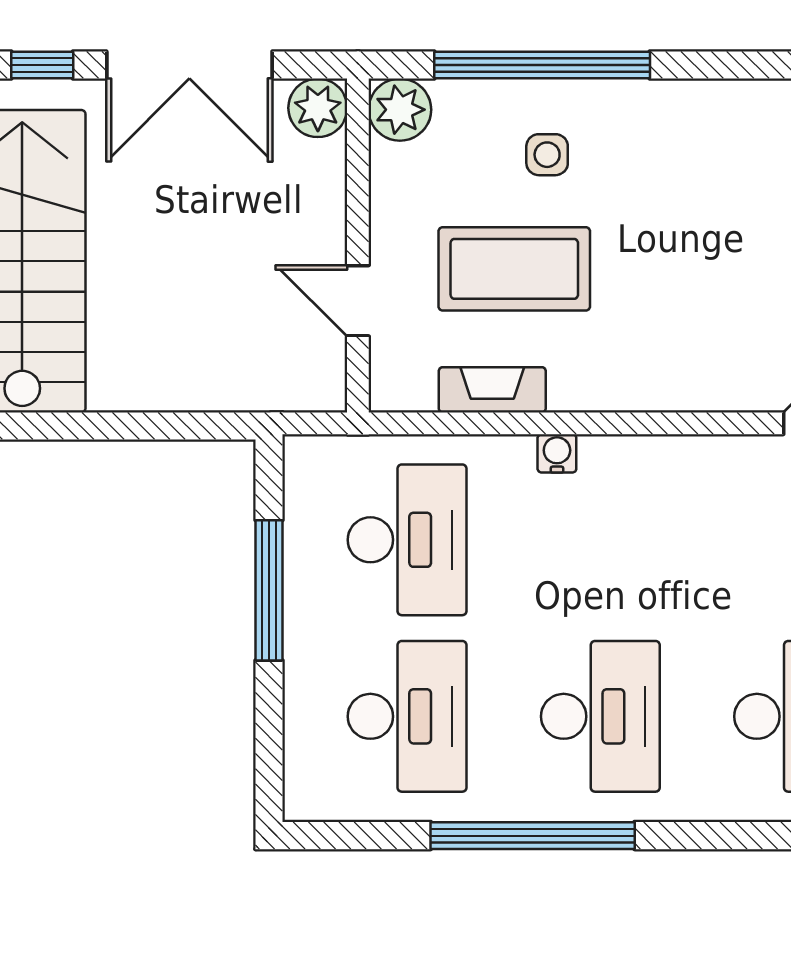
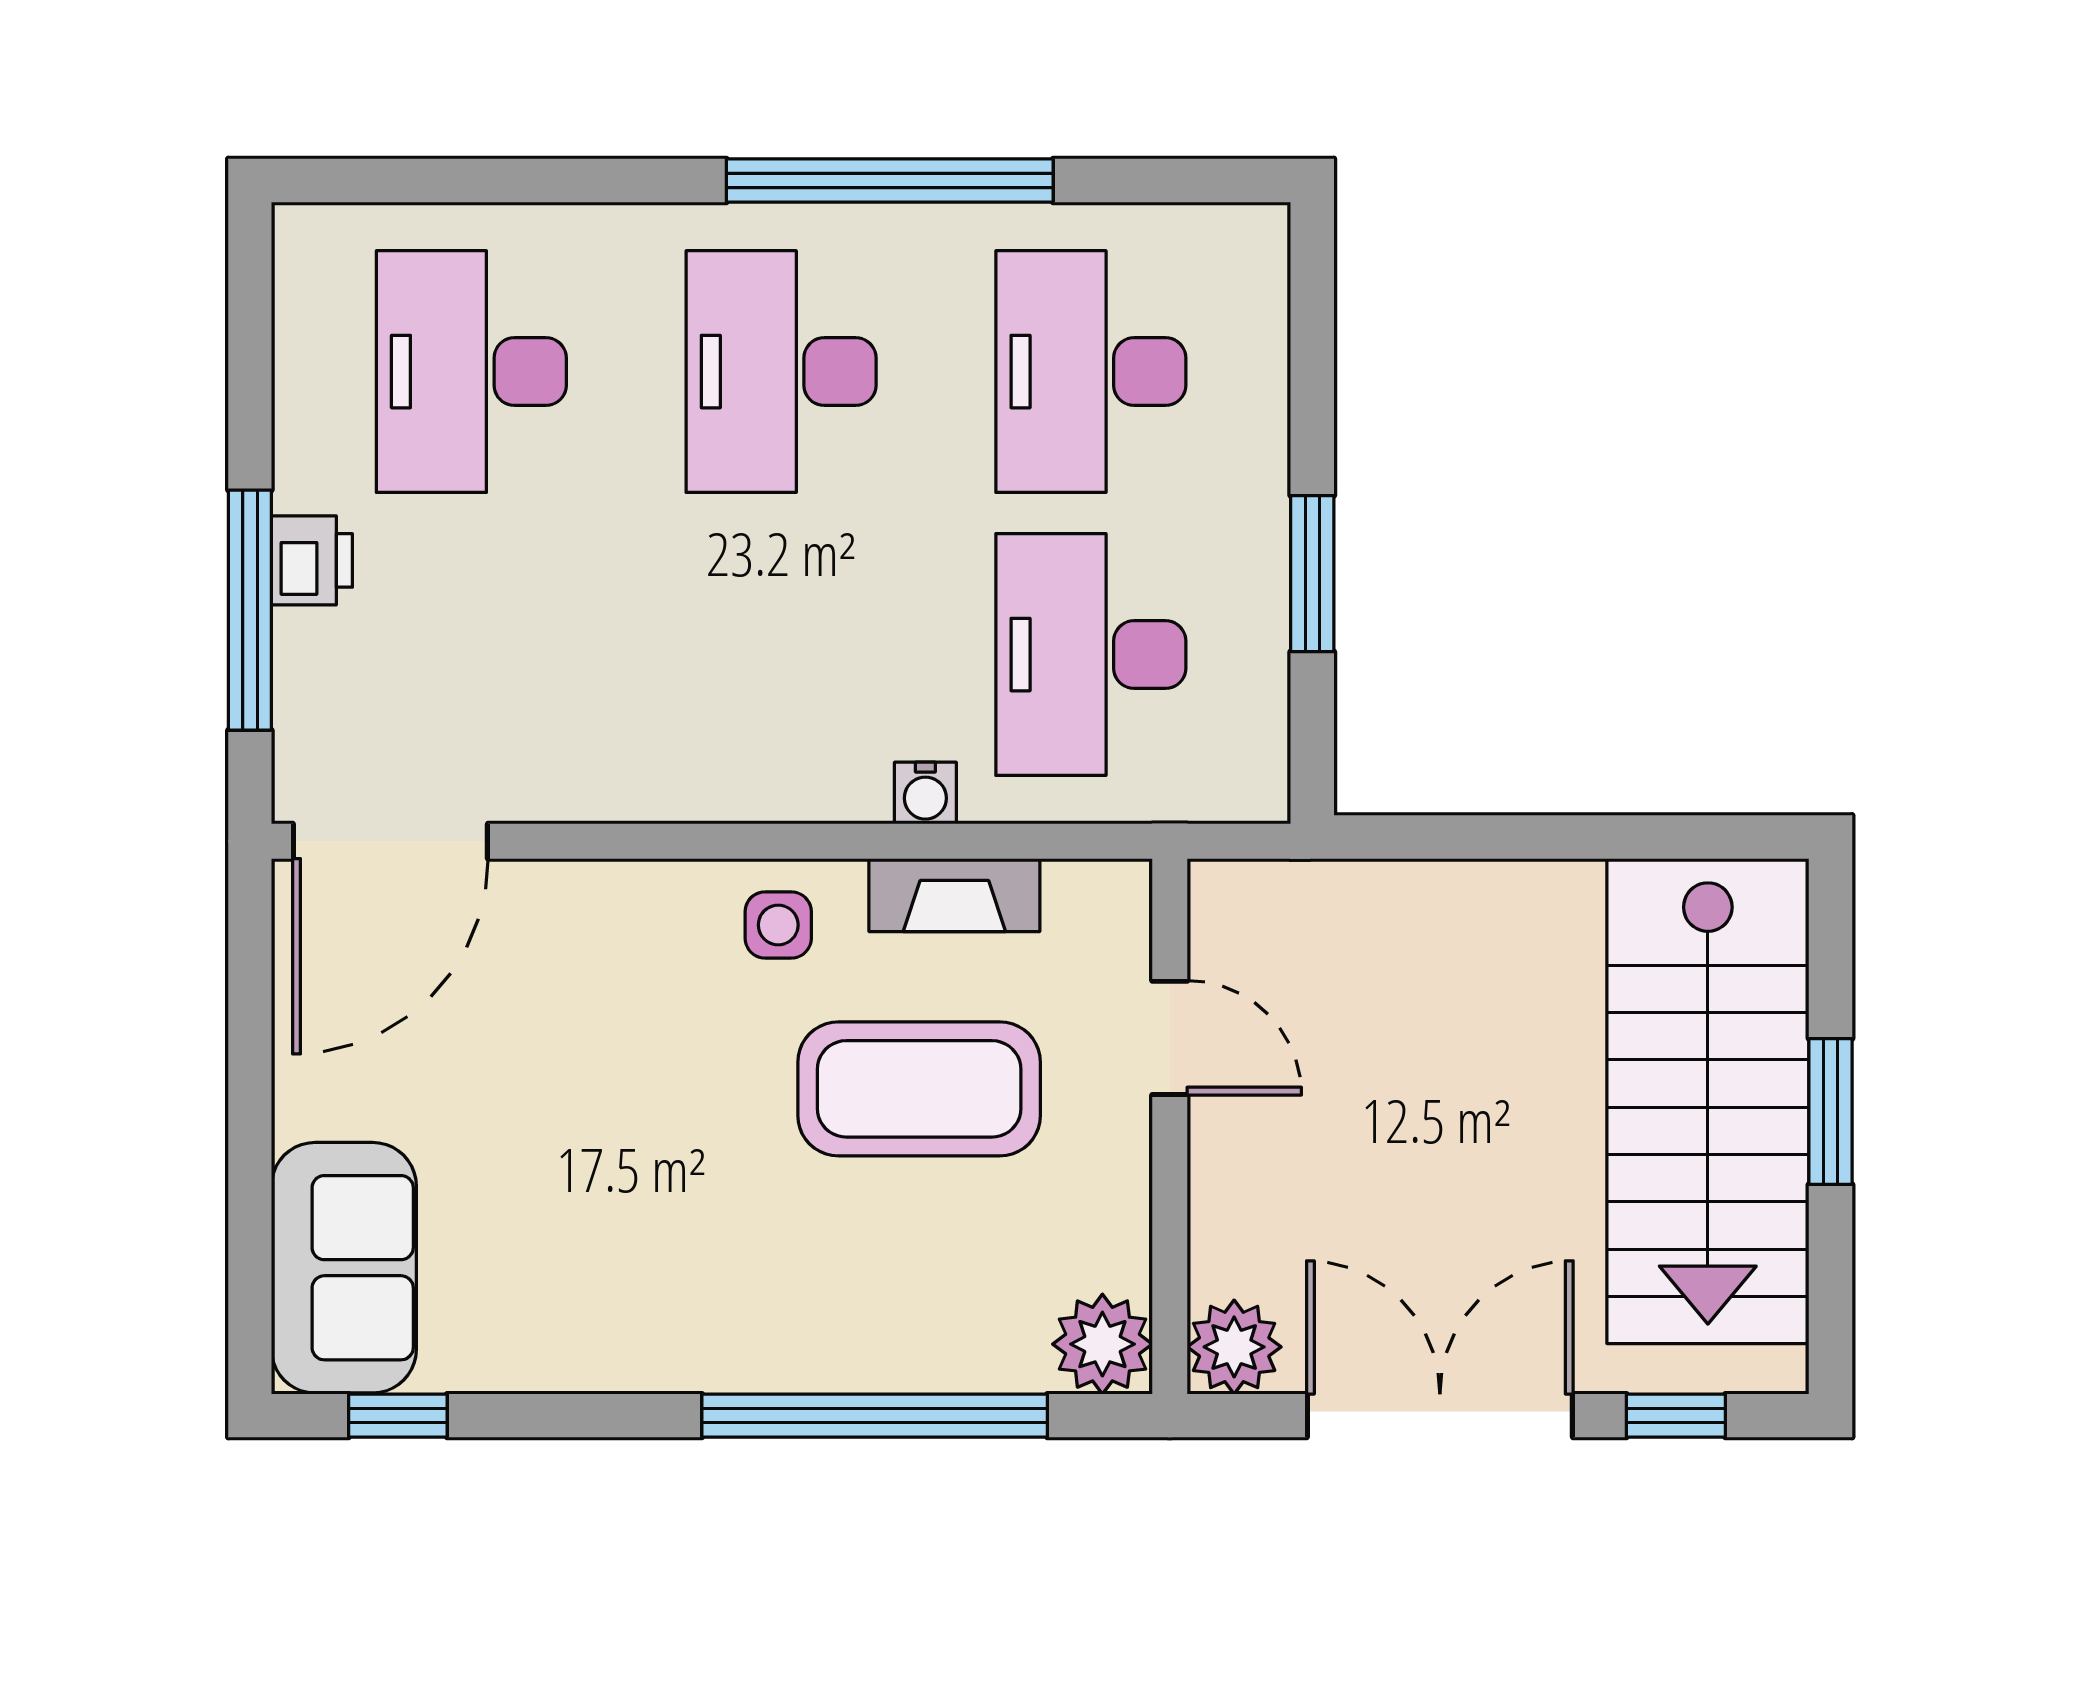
side table: (547, 155) -> (778, 925), moved
water cooler: (557, 453) -> (925, 793), moved
window: (269, 590) -> (1312, 574), width x0.69

